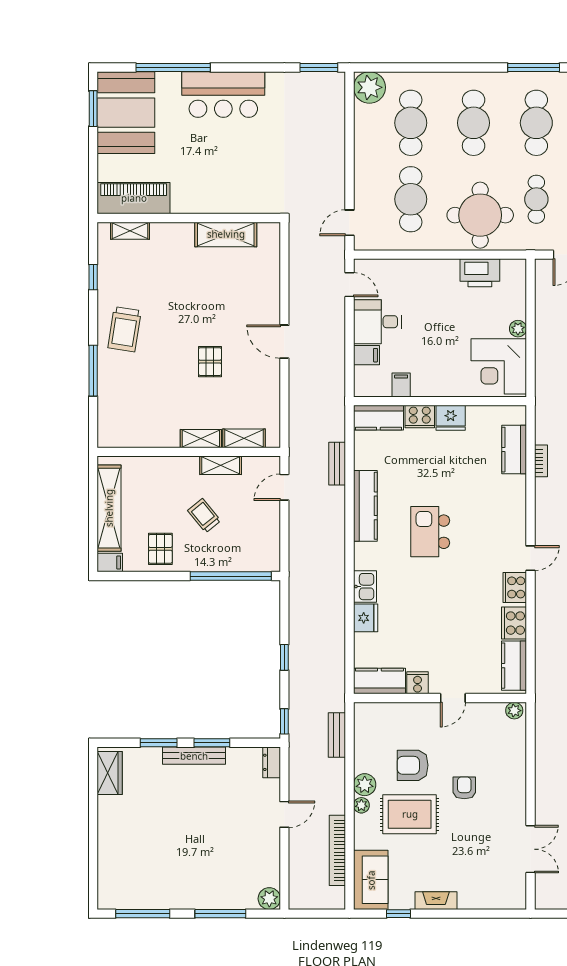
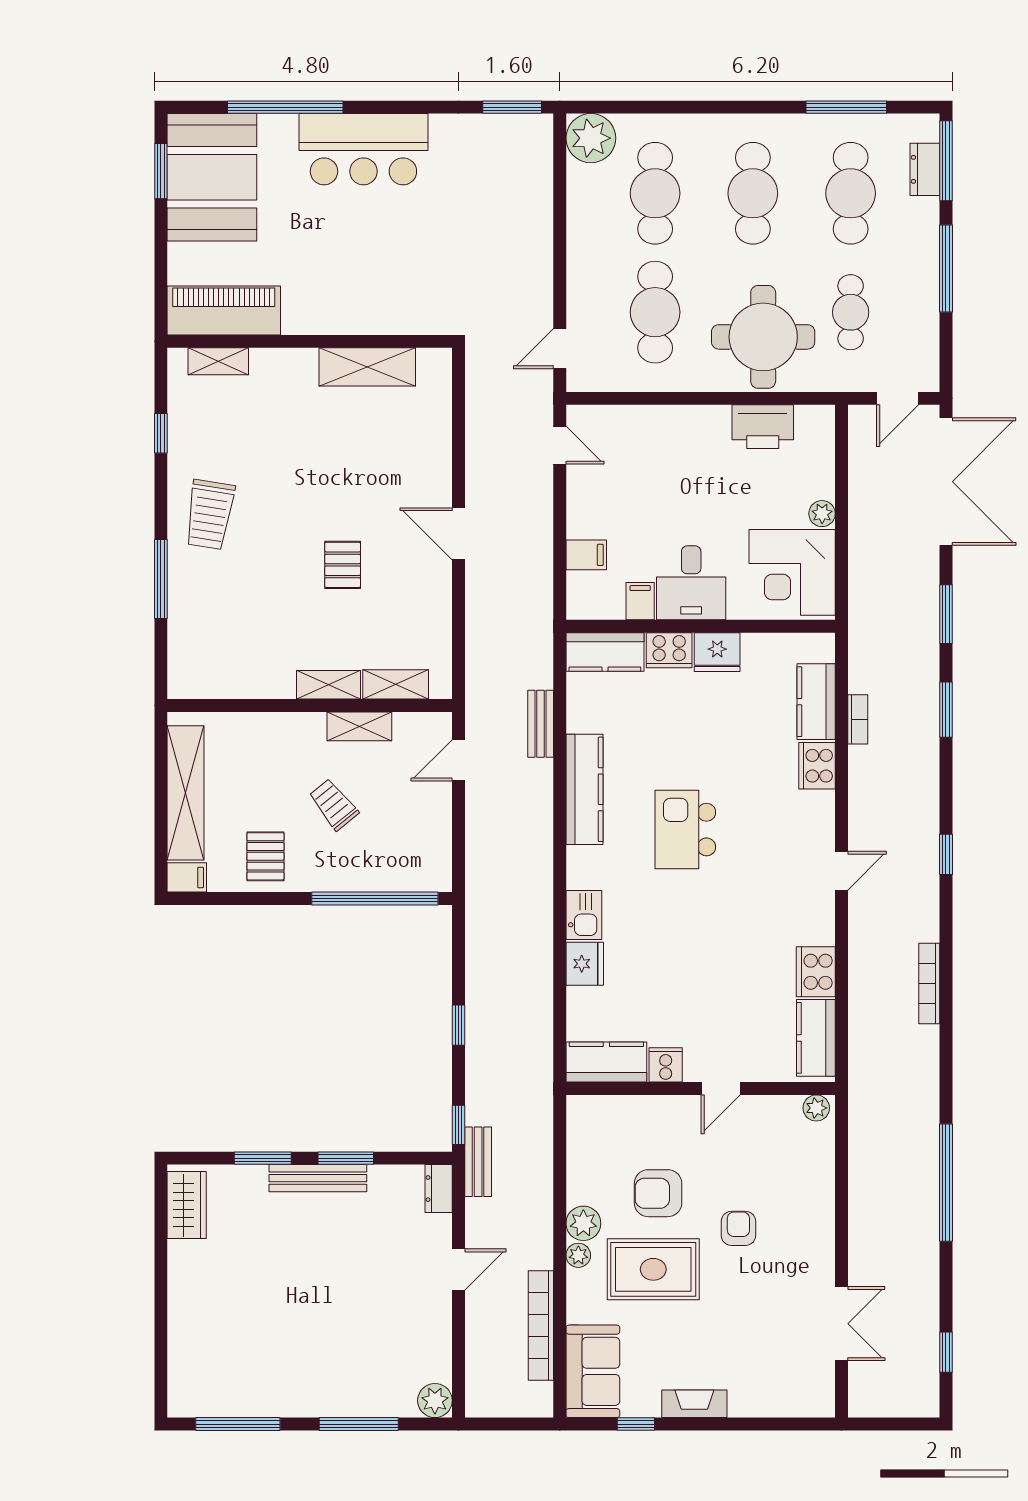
desk: (377, 322) -> (691, 583), moved, turned -90
cooker: (515, 587) -> (817, 766), moved
bench: (337, 735) -> (478, 1162), moved

